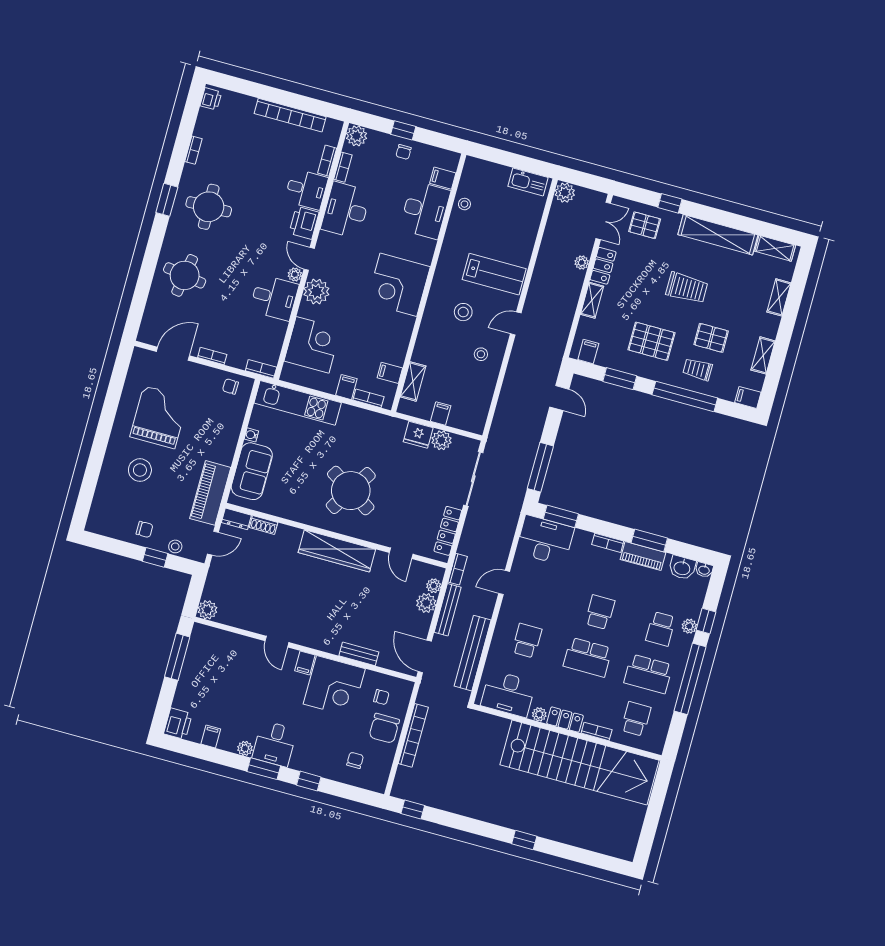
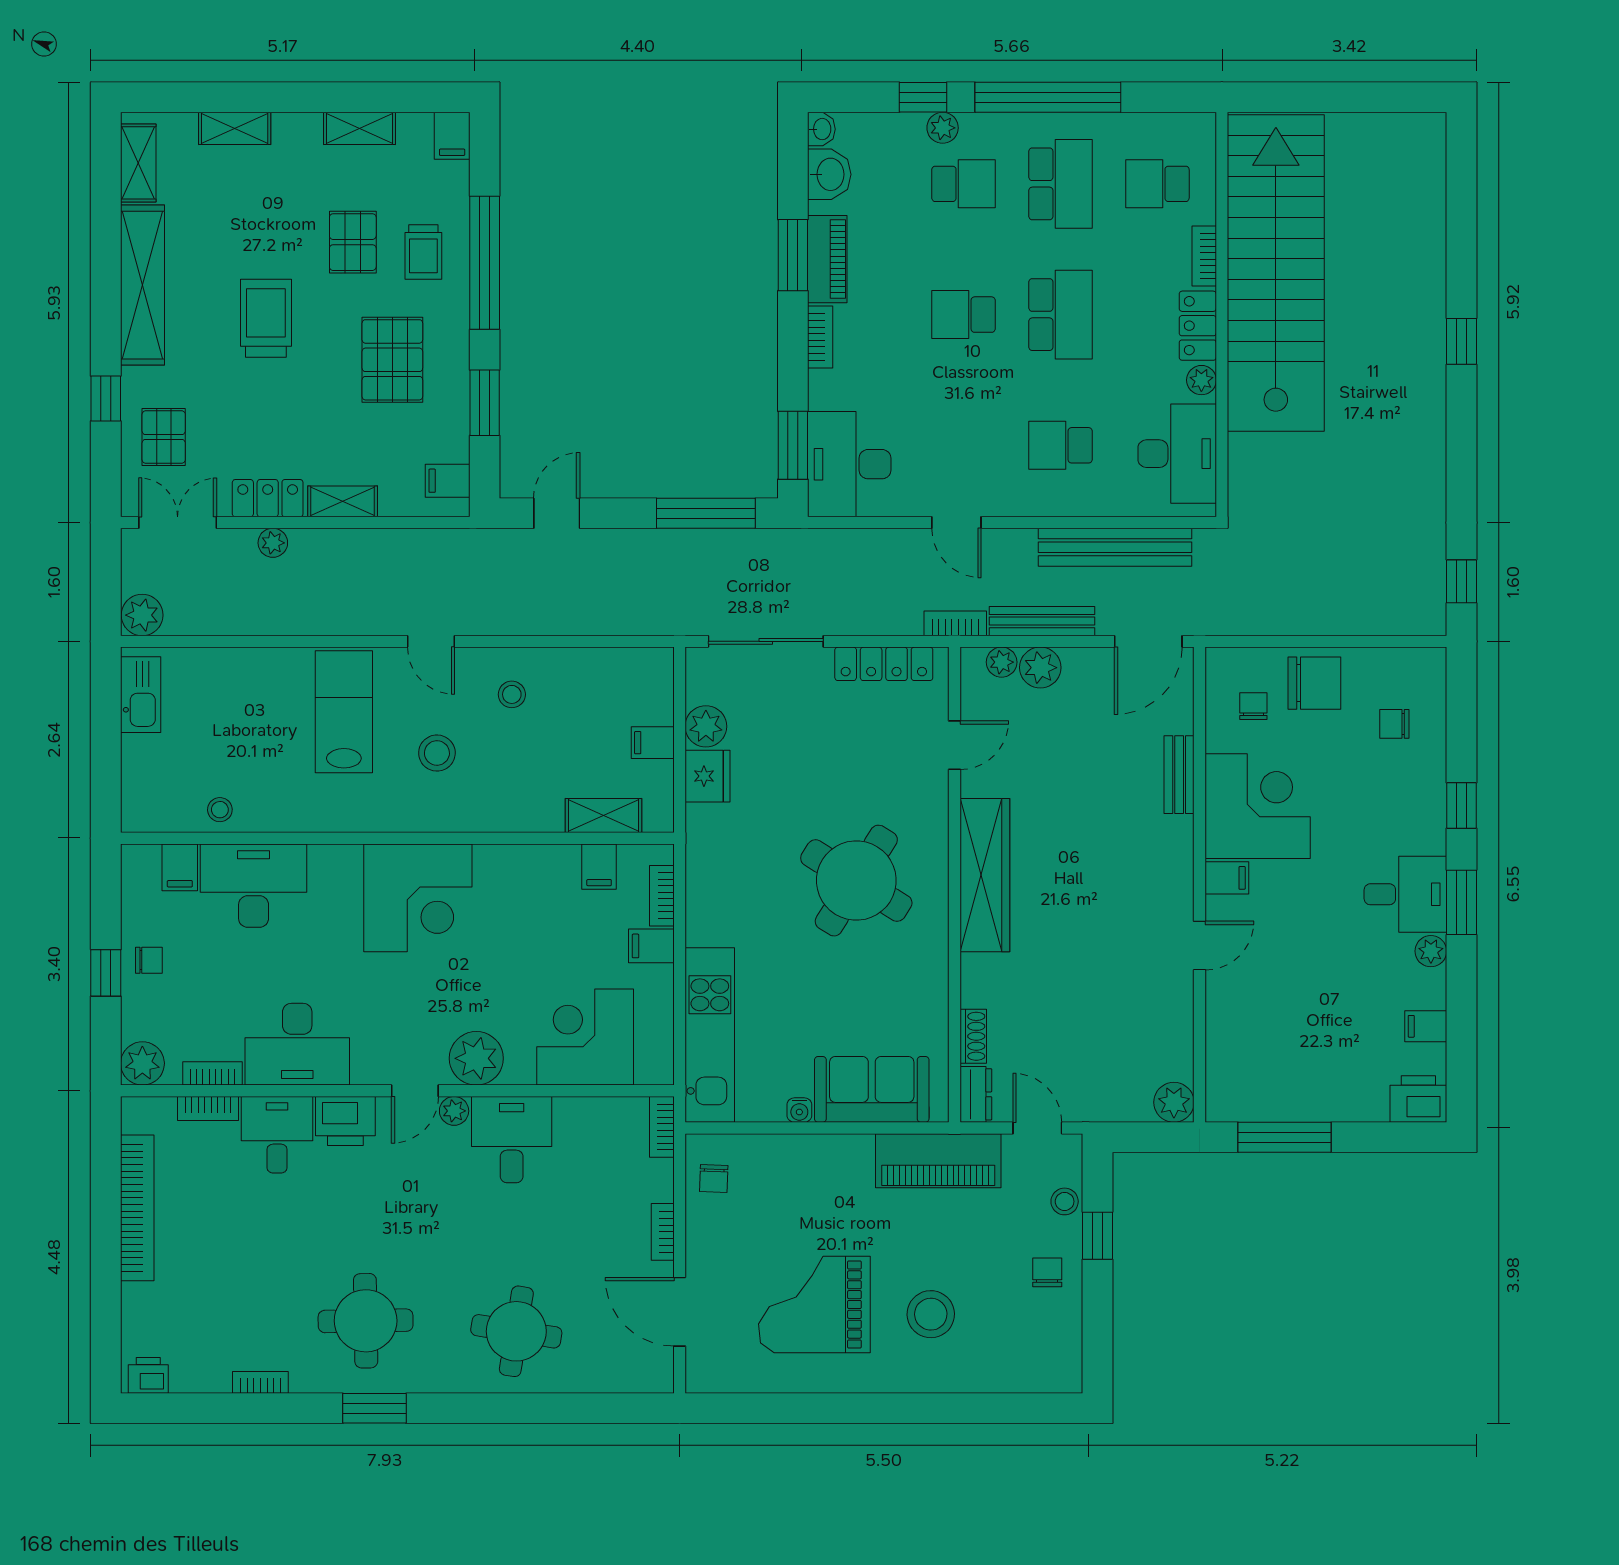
bookcase: (413, 735) -> (1313, 621), removed

